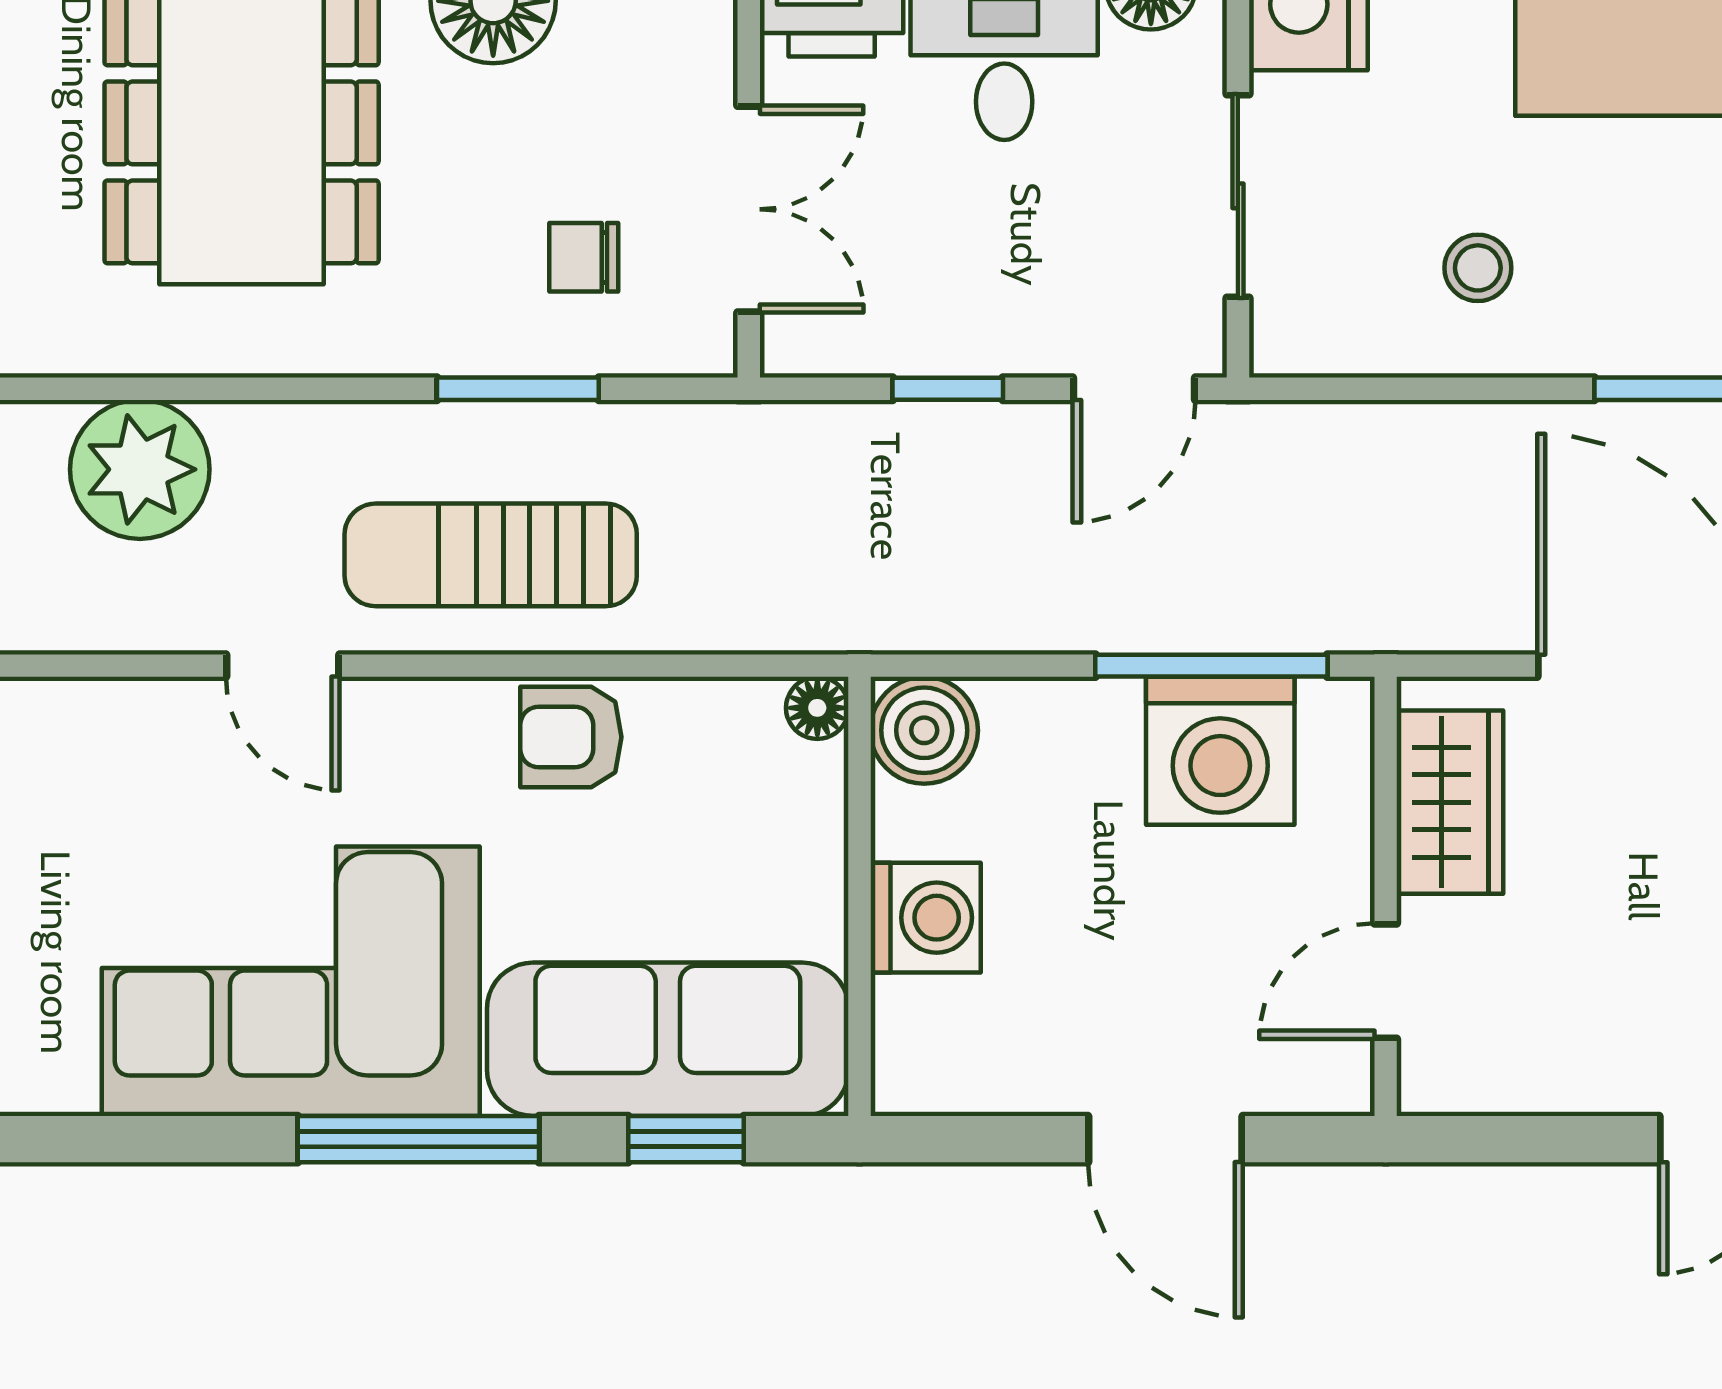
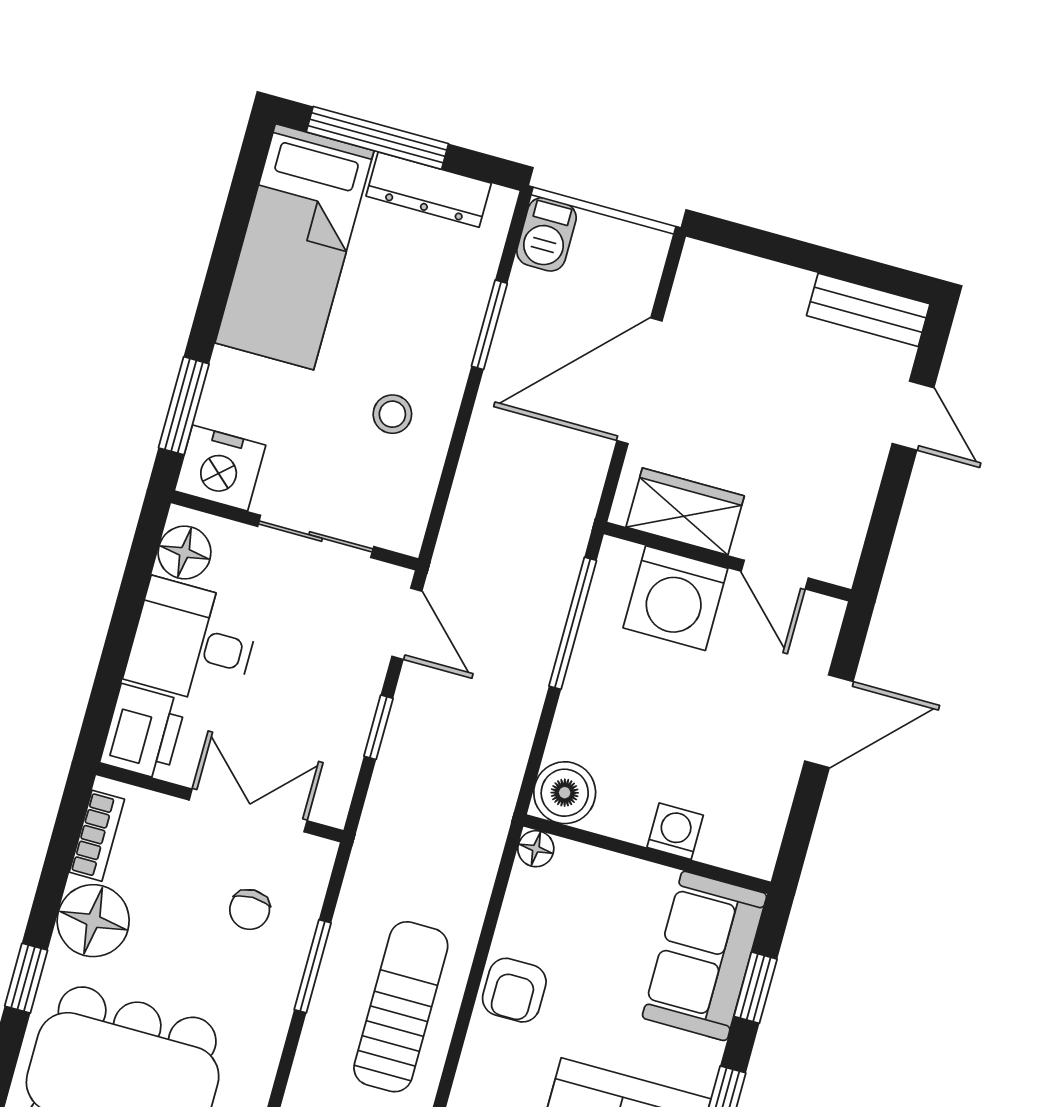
sun lounger: (491, 555) -> (401, 1007), turned 180
washing machine: (1220, 751) -> (675, 598), moved, turned 90
washing machine: (926, 918) -> (675, 831), width x0.73, depth x0.73
sofa: (668, 1039) -> (704, 956), width x0.73

